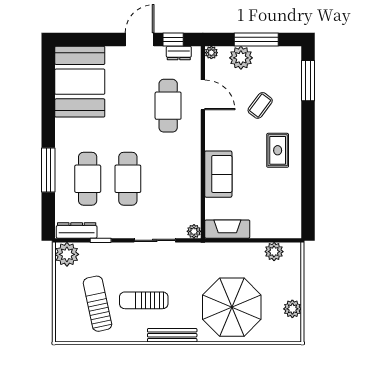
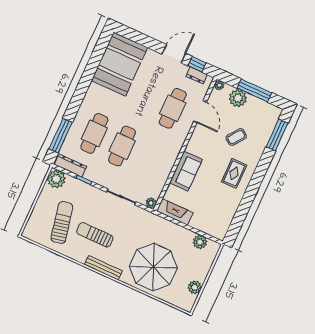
window: (48, 170) -> (61, 136), moved

